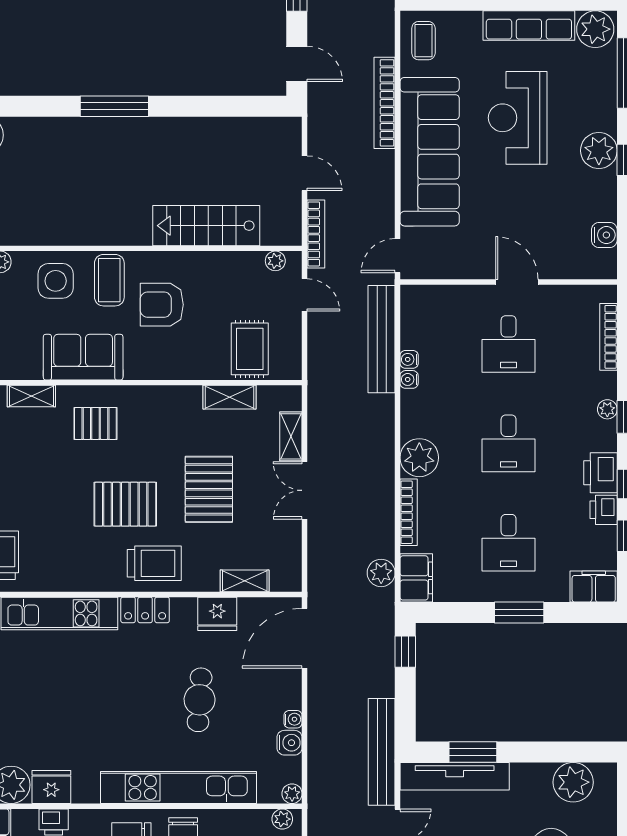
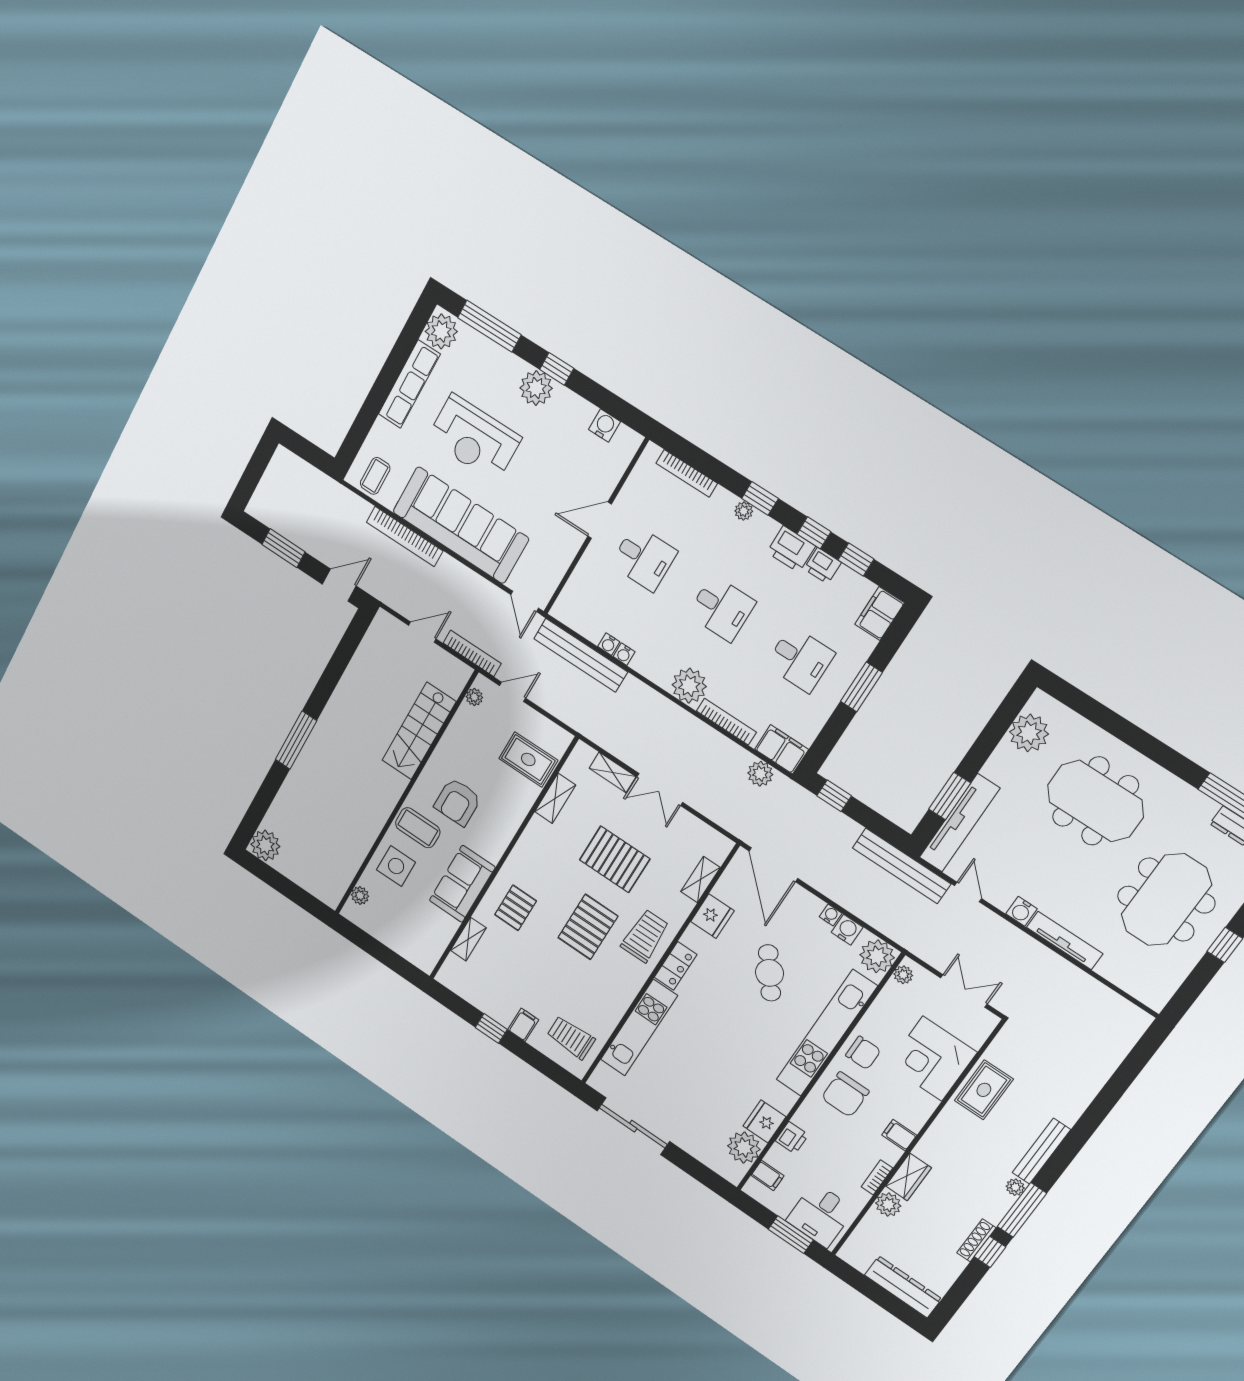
coffee table: (423, 41) -> (375, 476), turned 90
cafe table: (200, 700) -> (770, 973), turned 50
plant: (292, 794) -> (877, 956), width x1.88, depth x1.88

